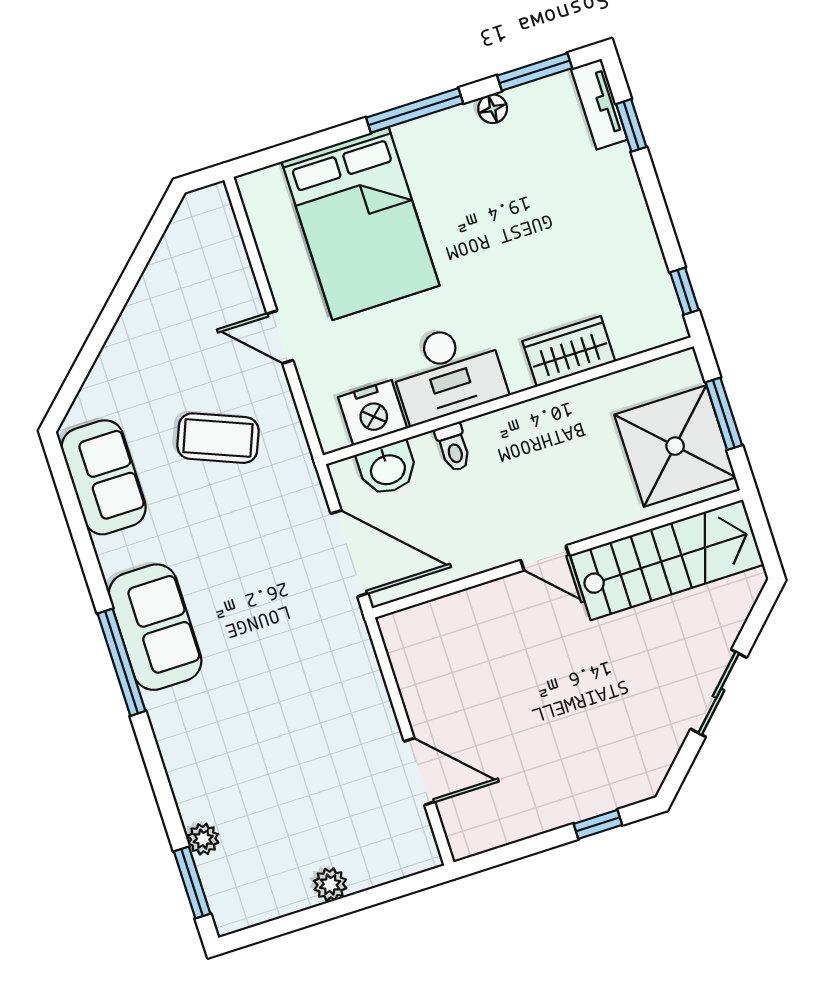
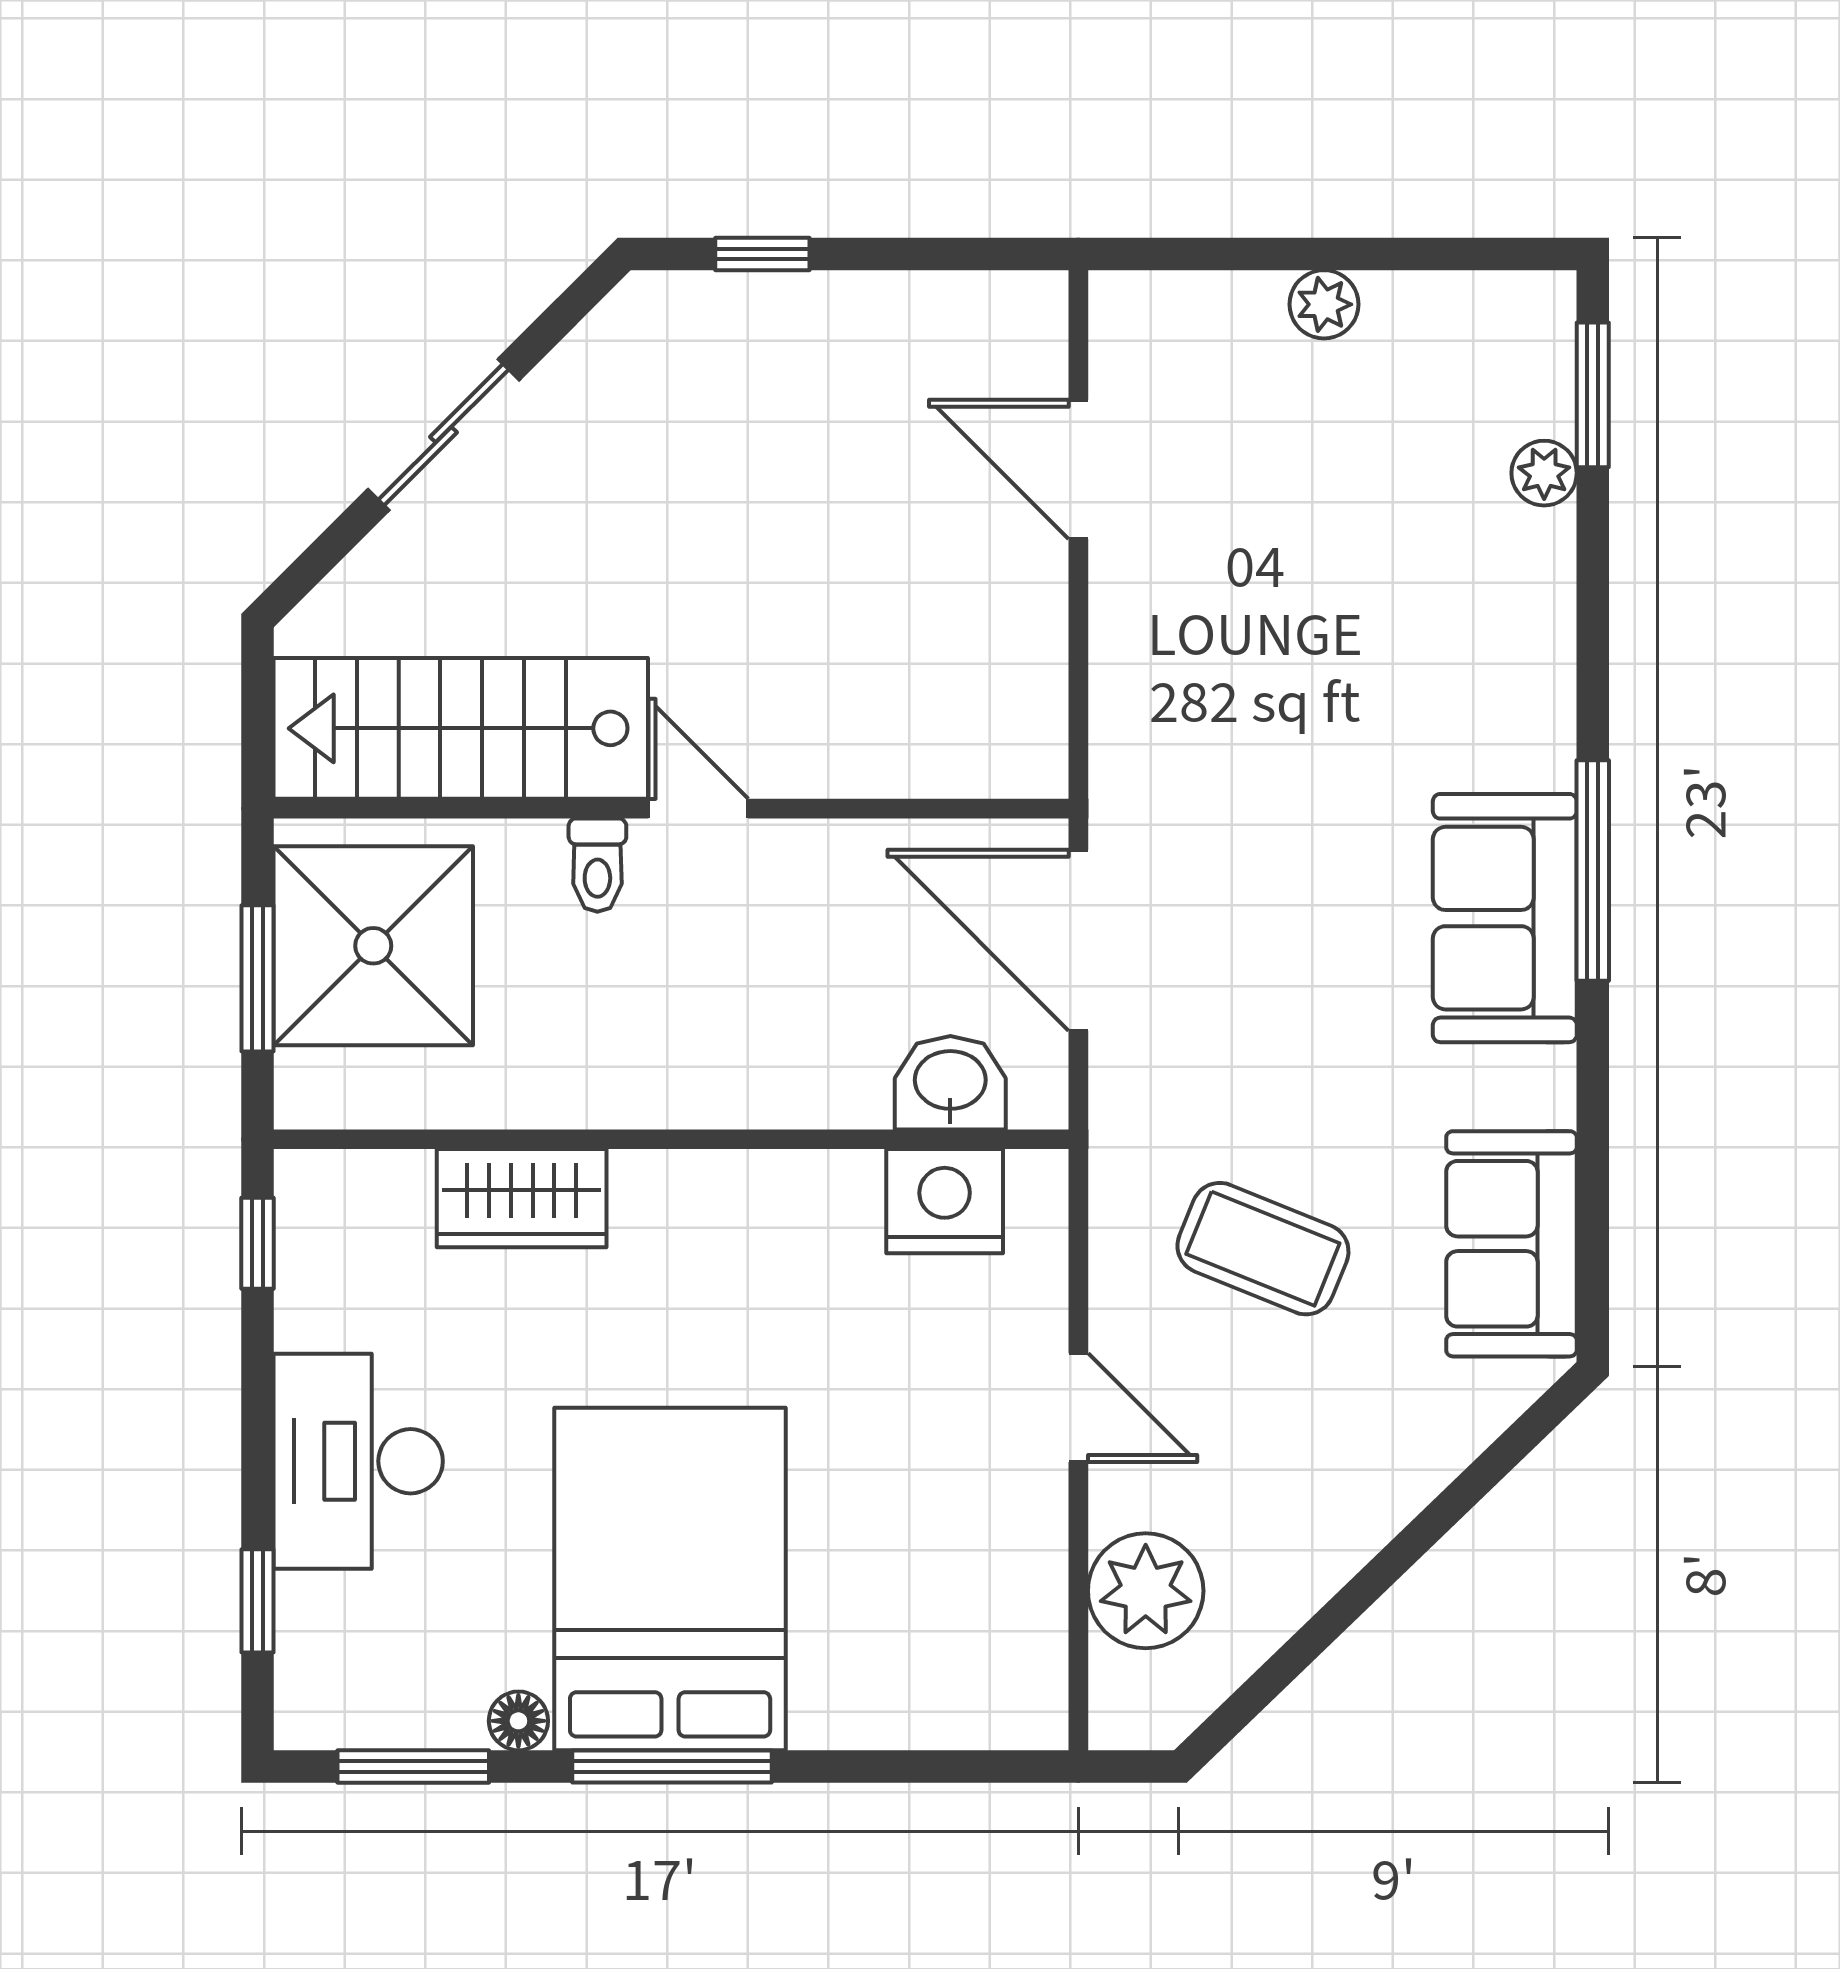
tv unit: (599, 104) -> (307, 1663), removed
bed: (360, 224) -> (670, 1579), moved
plant: (221, 262) -> (1146, 1591), added
desk: (448, 372) -> (358, 1461), moved, turned -90
toilet: (453, 447) -> (597, 865), moved, turned 180

